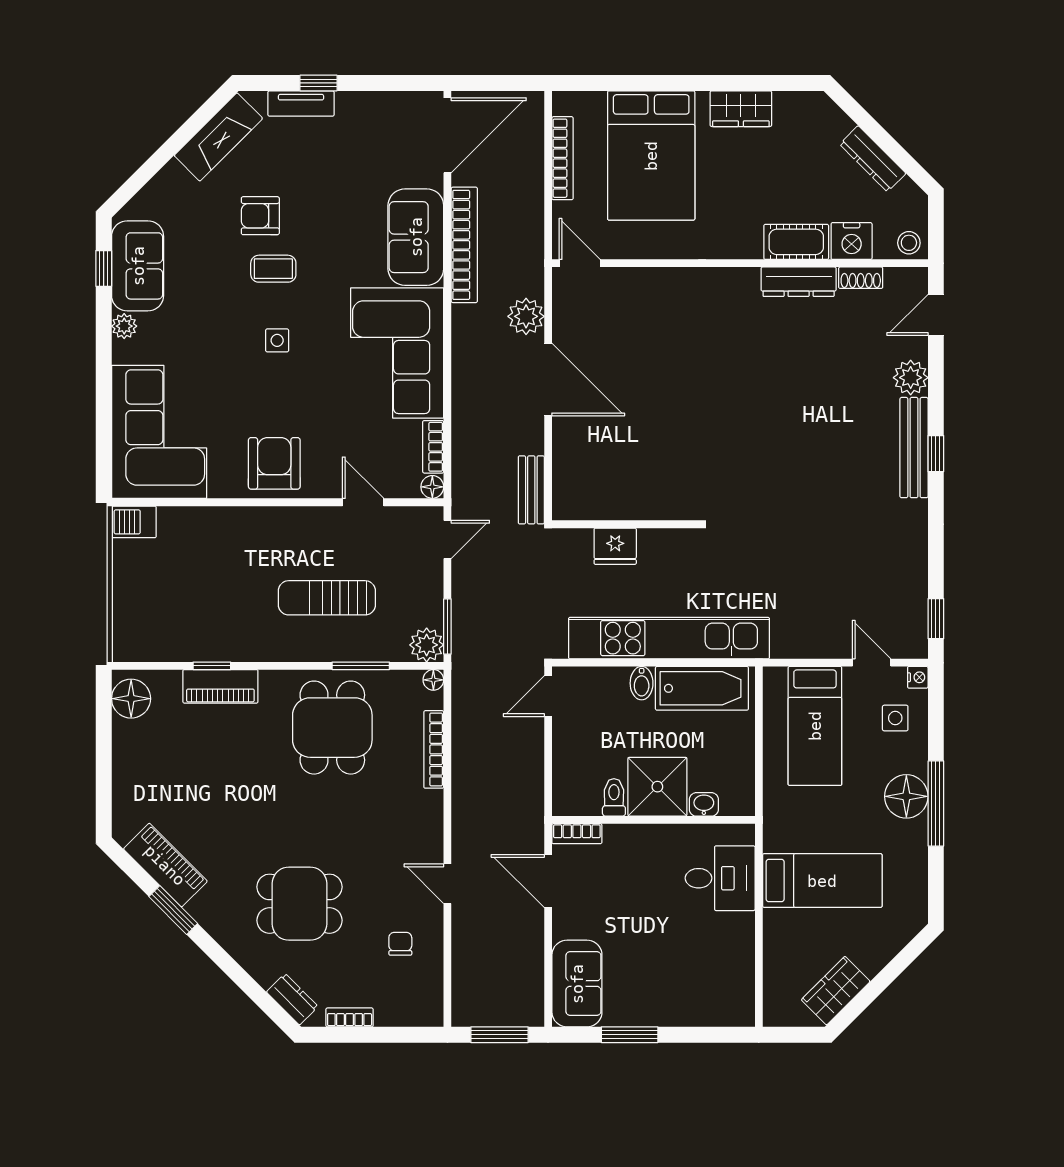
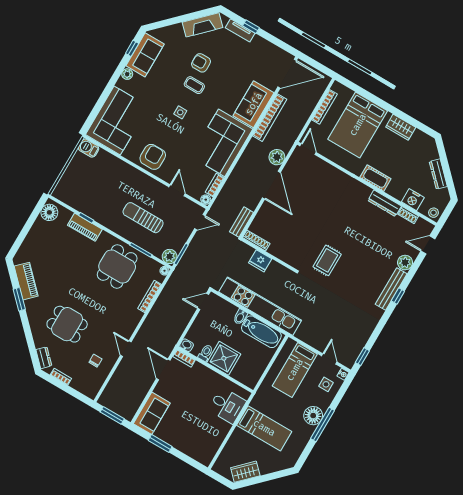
cot: (796, 242) -> (375, 178), moved
rug: (750, 466) -> (327, 260), added
shoe rack: (583, 510) -> (256, 241), added
washbasin: (704, 804) -> (187, 345), moved

